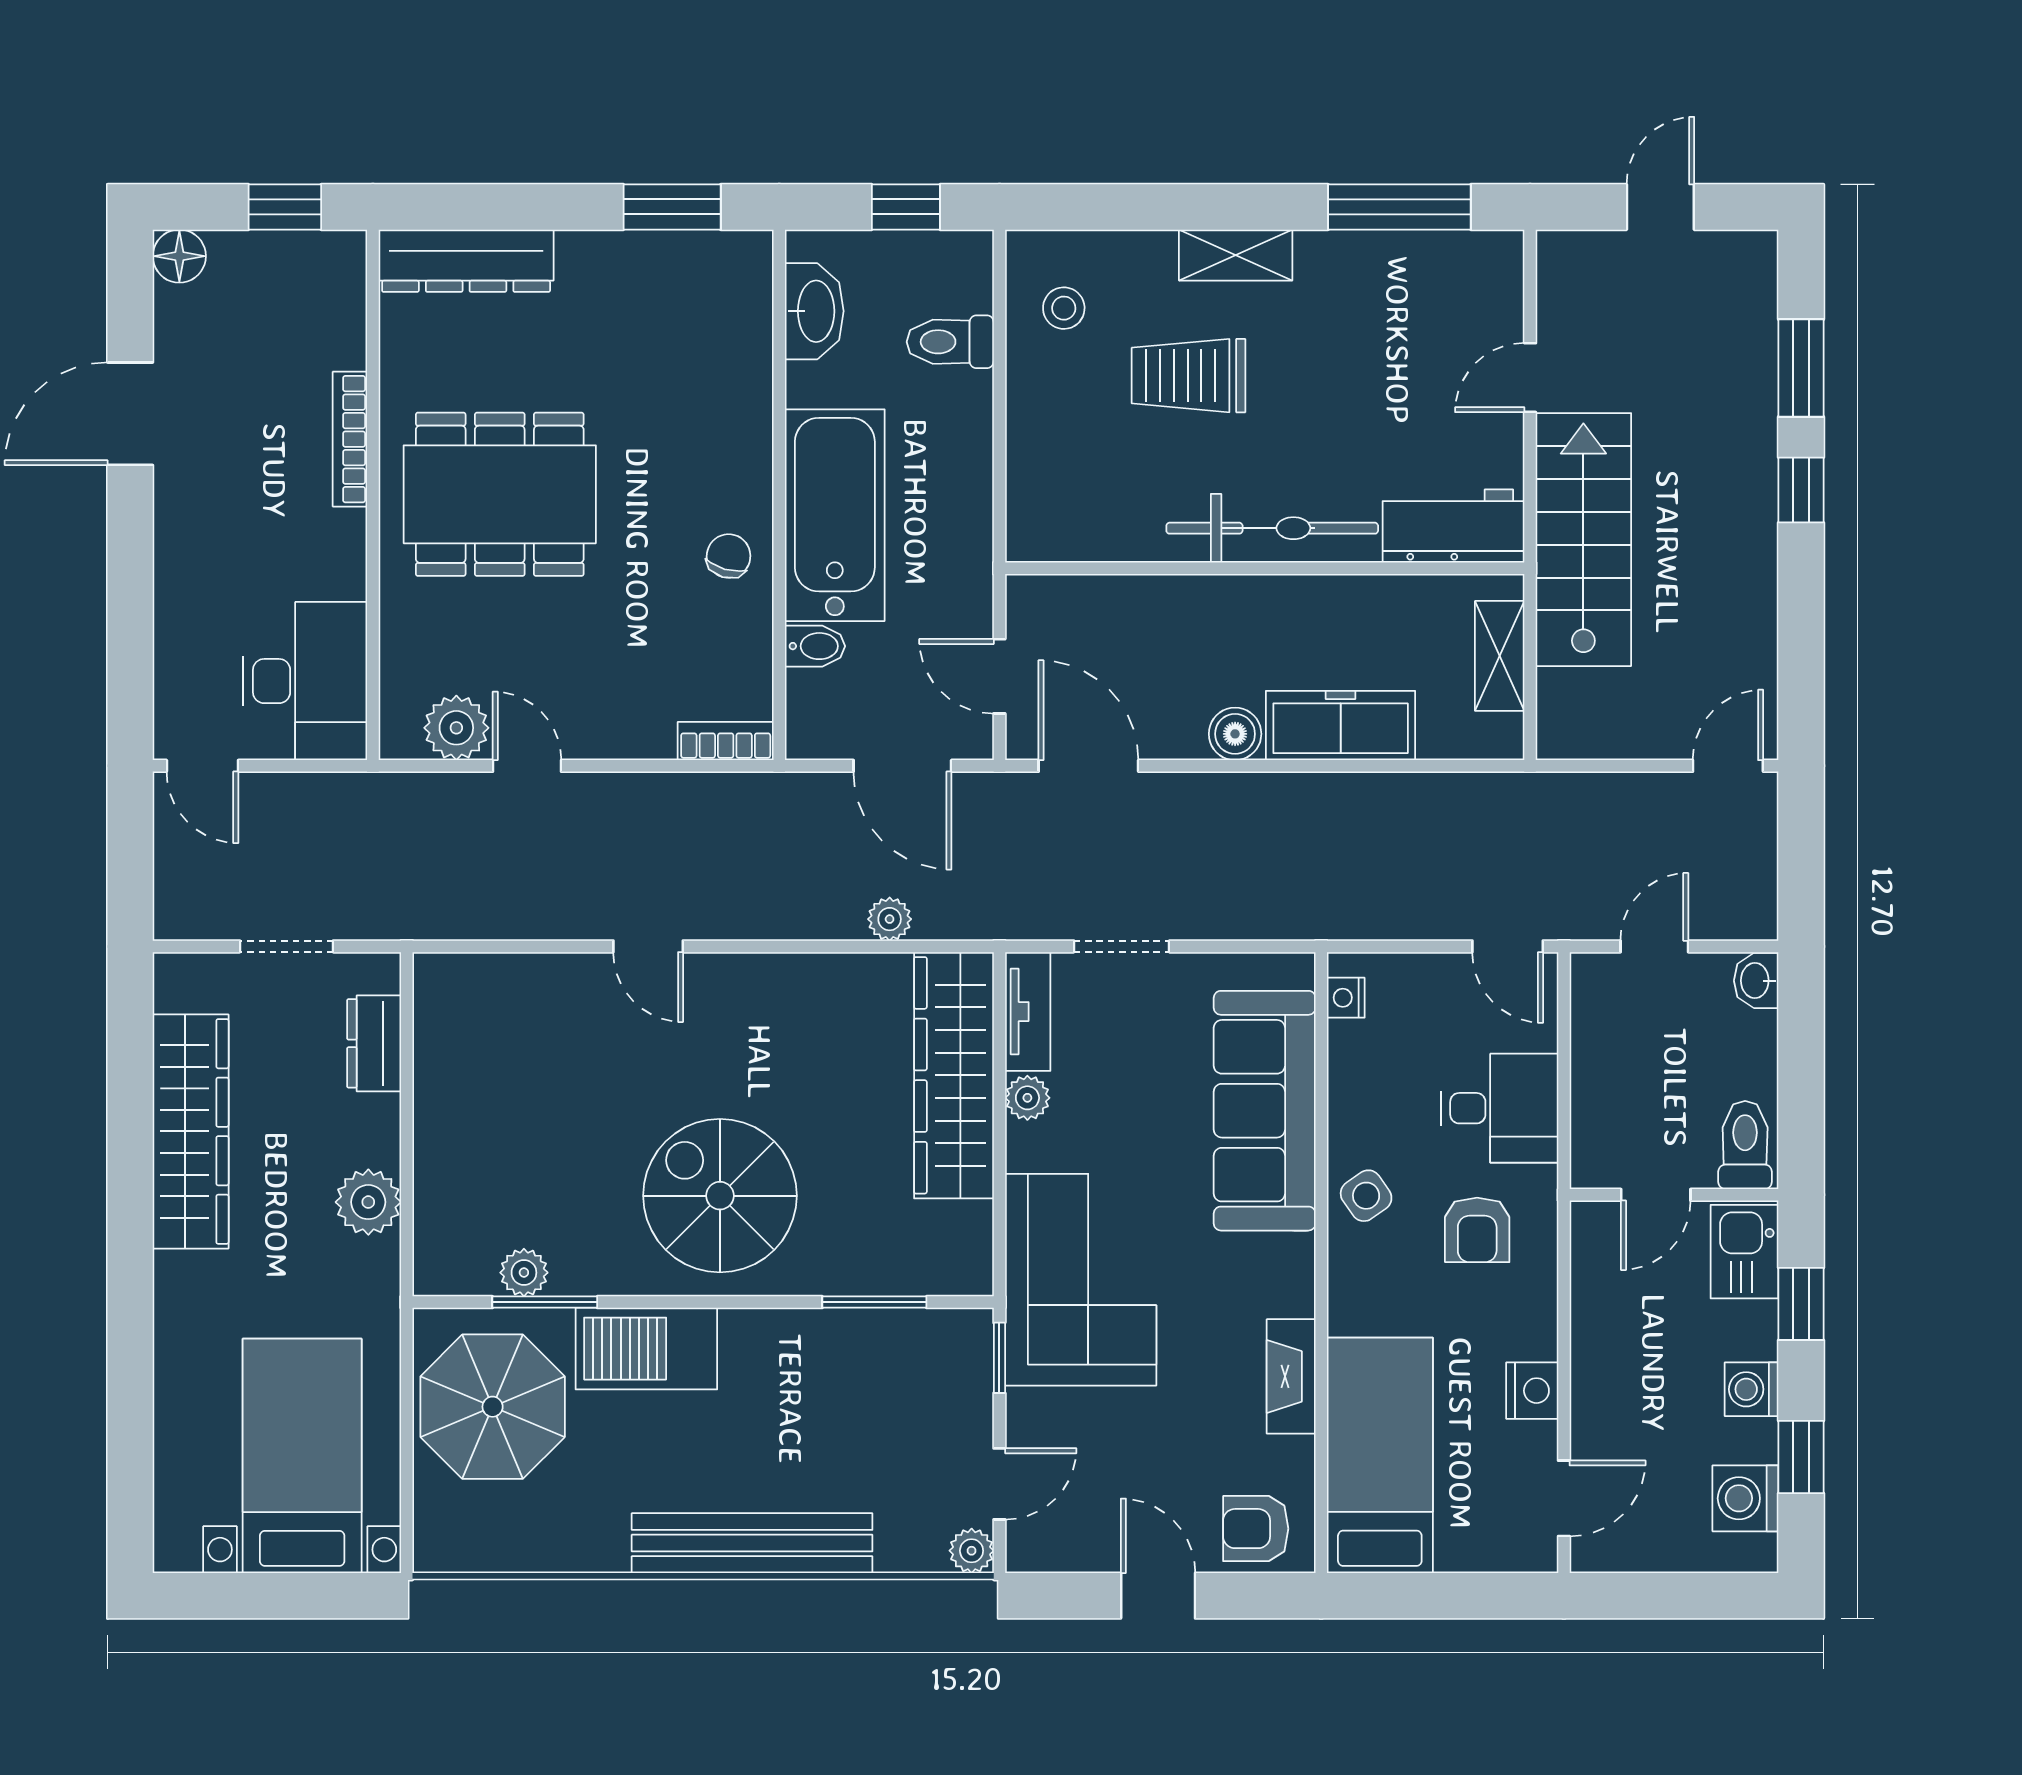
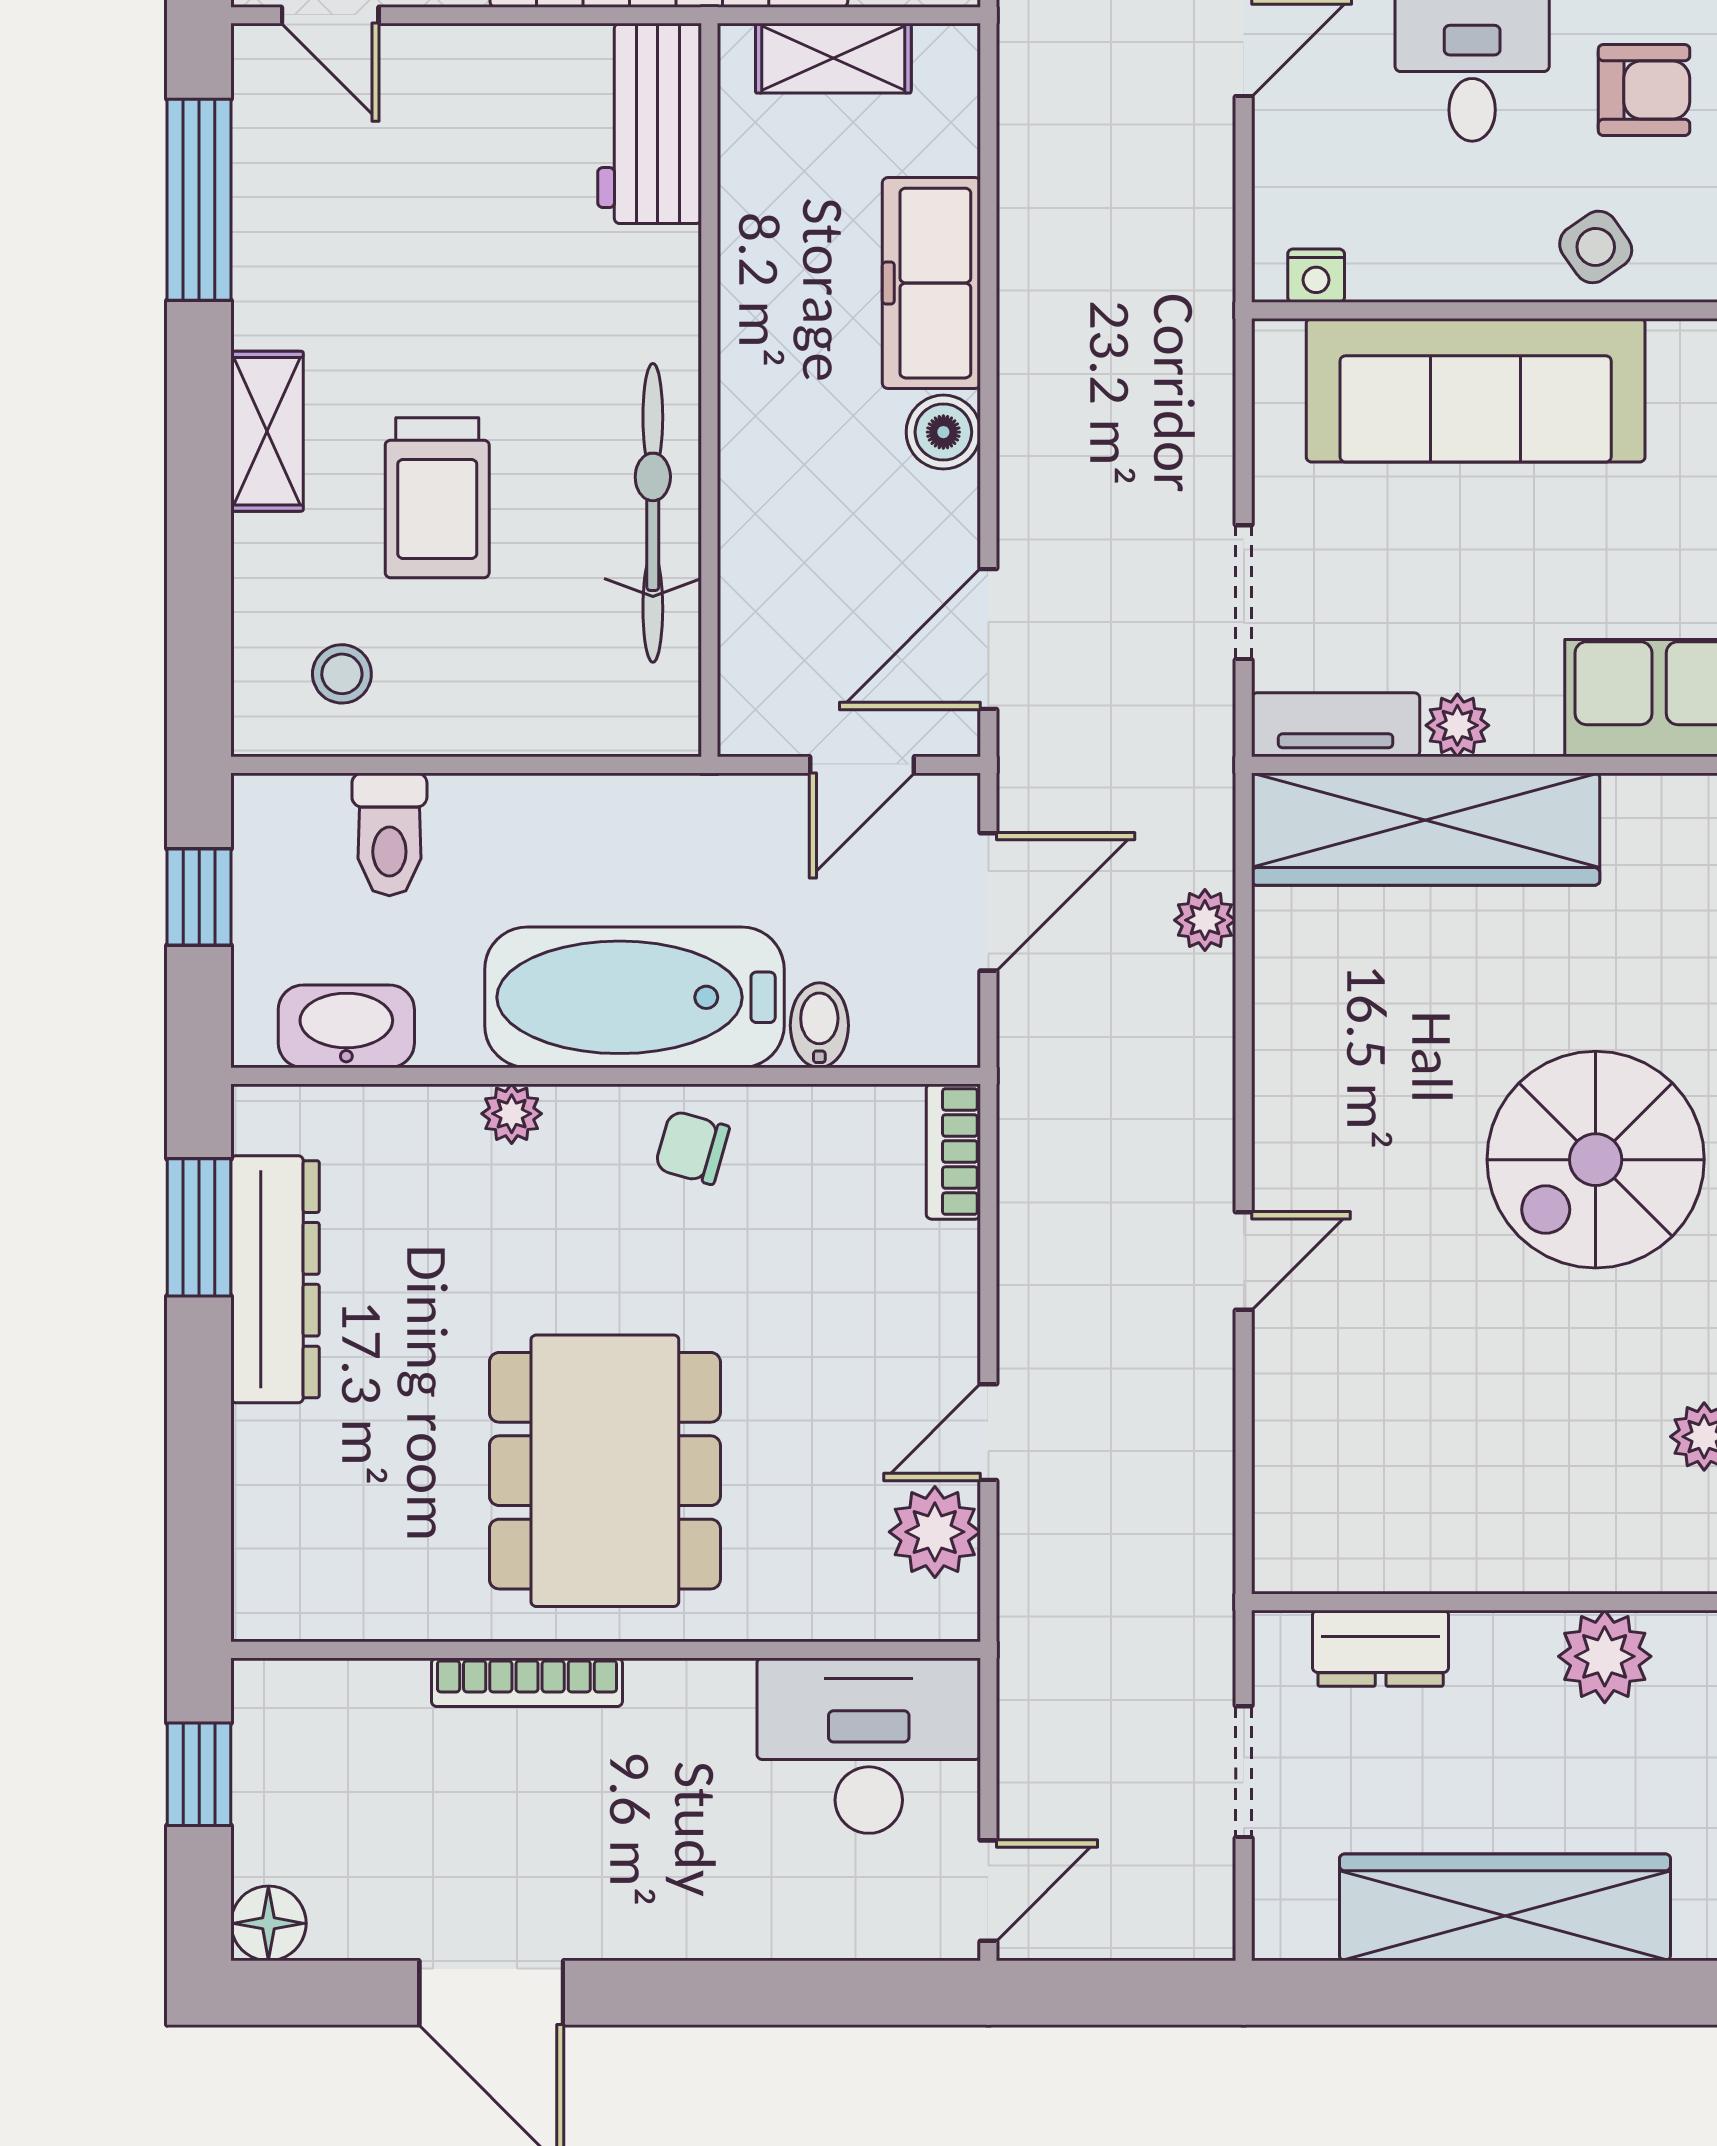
dresser: (466, 261) -> (275, 1279), moved
door: (1530, 378) -> (330, 15), moved
plant: (752, 428) -> (512, 1114), added
bicycle: (1272, 528) -> (653, 513), moved

